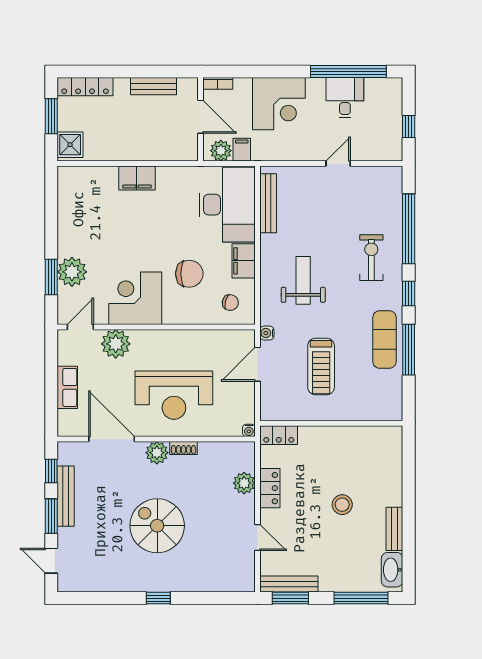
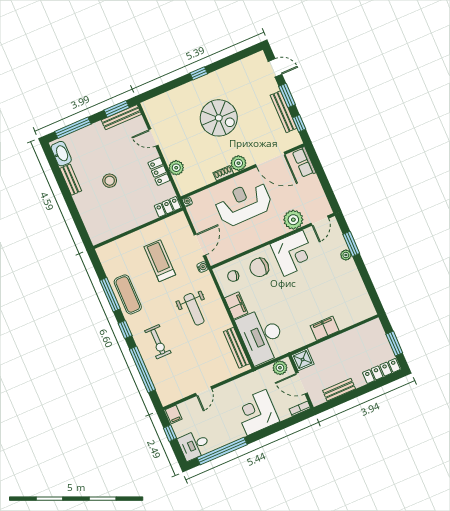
desk: (345, 98) -> (194, 445), moved, turned 90
shower: (70, 145) -> (303, 360), moved
filing cabinet: (242, 150) -> (174, 414), moved
plant: (72, 272) -> (346, 255), width x0.53, depth x0.53
chair: (189, 274) -> (259, 267), moved
row of seats: (67, 387) -> (304, 162), moved

